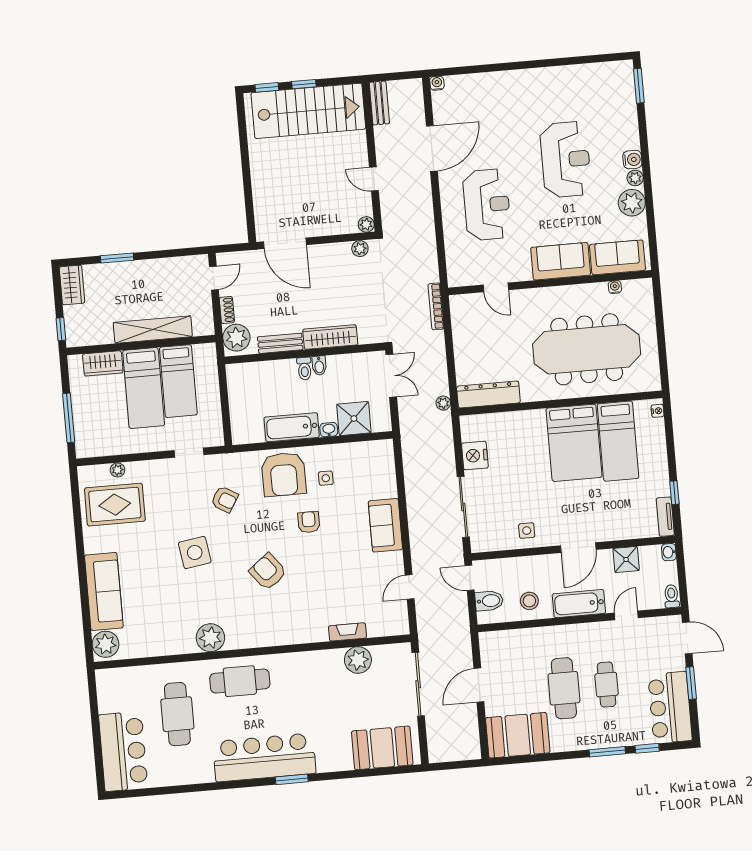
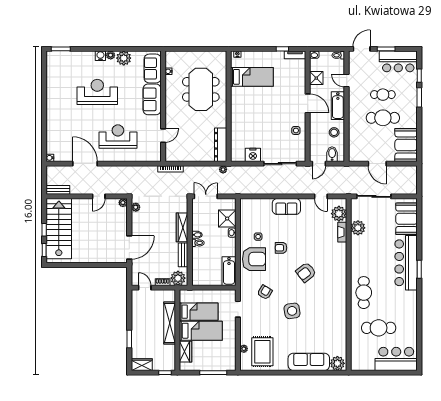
meeting table: (587, 349) -> (201, 89), width x0.73
bathtub: (292, 427) -> (229, 271), moved
bed: (574, 443) -> (251, 101), removed
plant: (210, 638) -> (339, 214), moved
bar counter: (264, 757) -> (406, 263), moved

